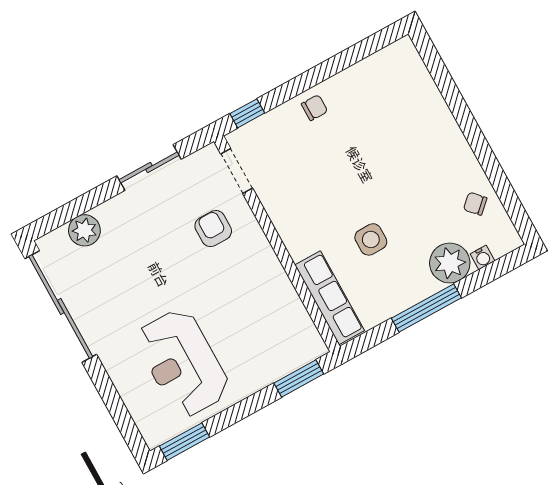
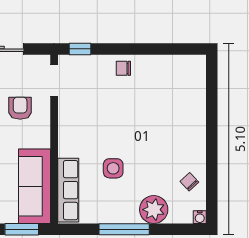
chair: (314, 108) -> (123, 68), turned 180
water cooler: (482, 257) -> (200, 217), moved
sofa: (285, 316) -> (34, 186), added

